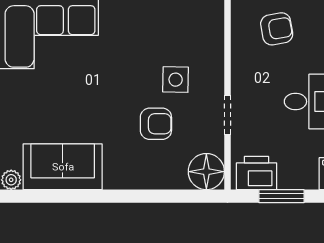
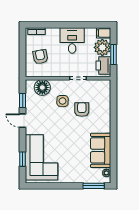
plant: (298, 171) -> (102, 47), added
floor lamp: (206, 172) -> (42, 88), moved

